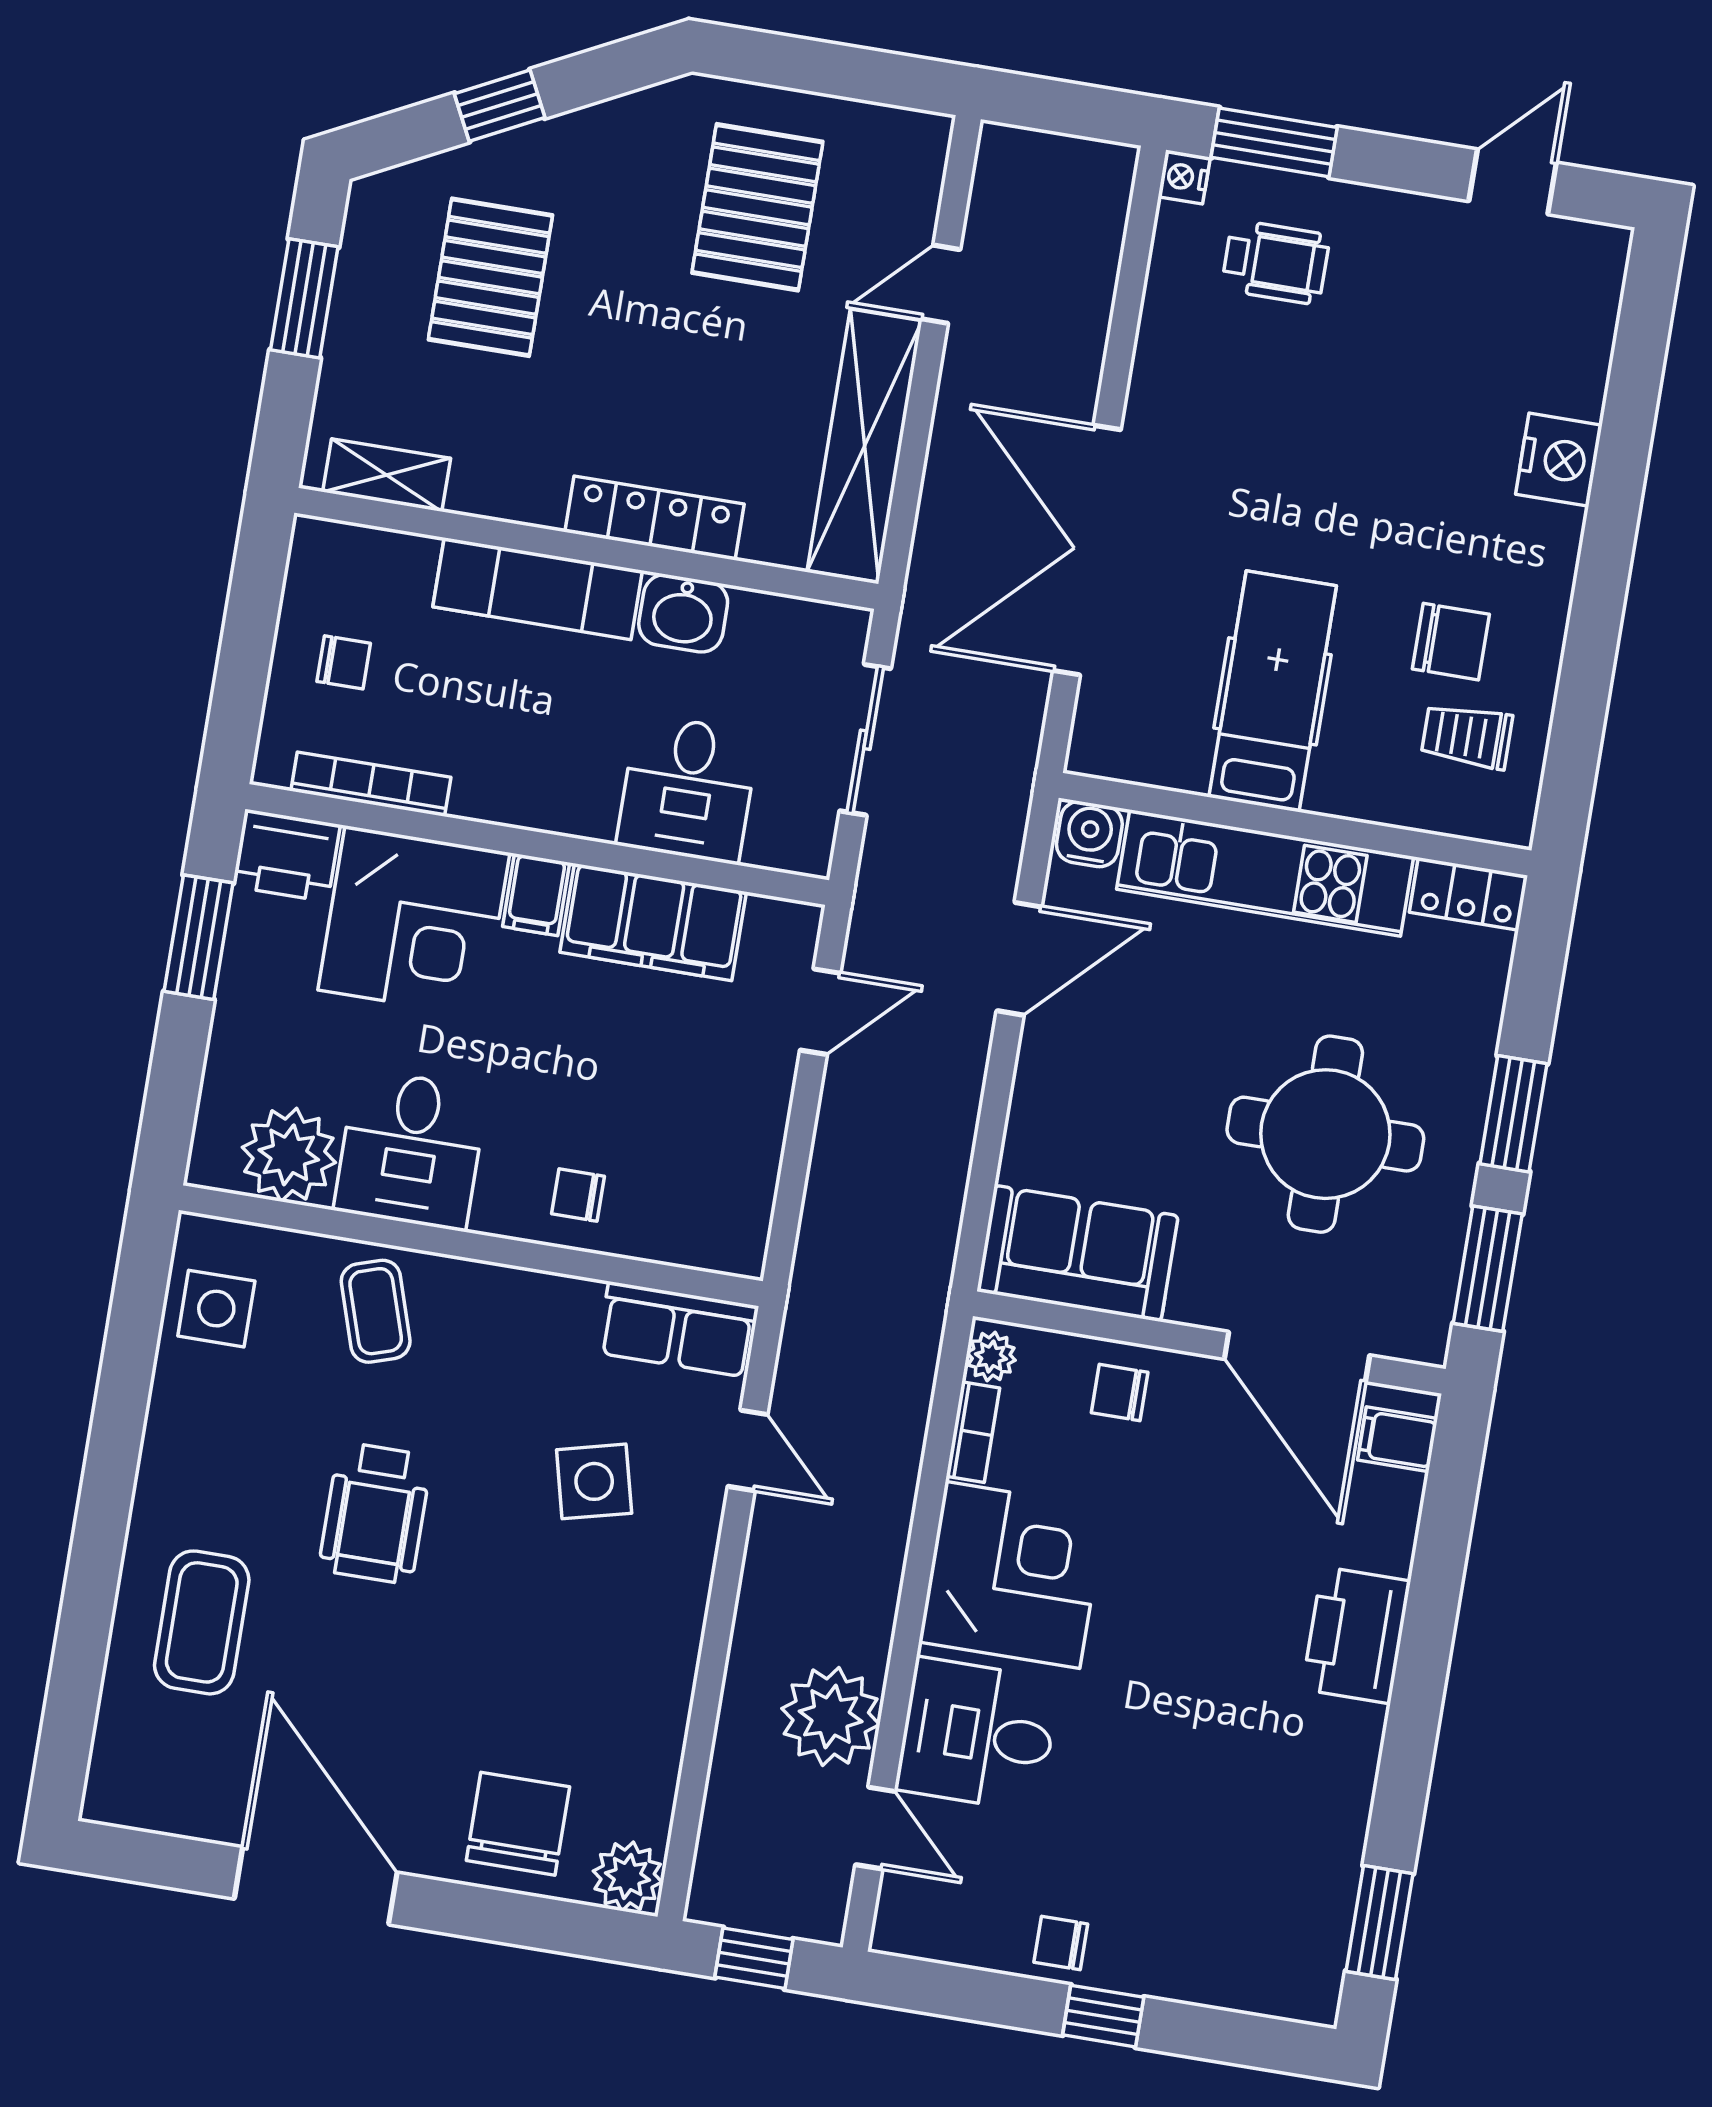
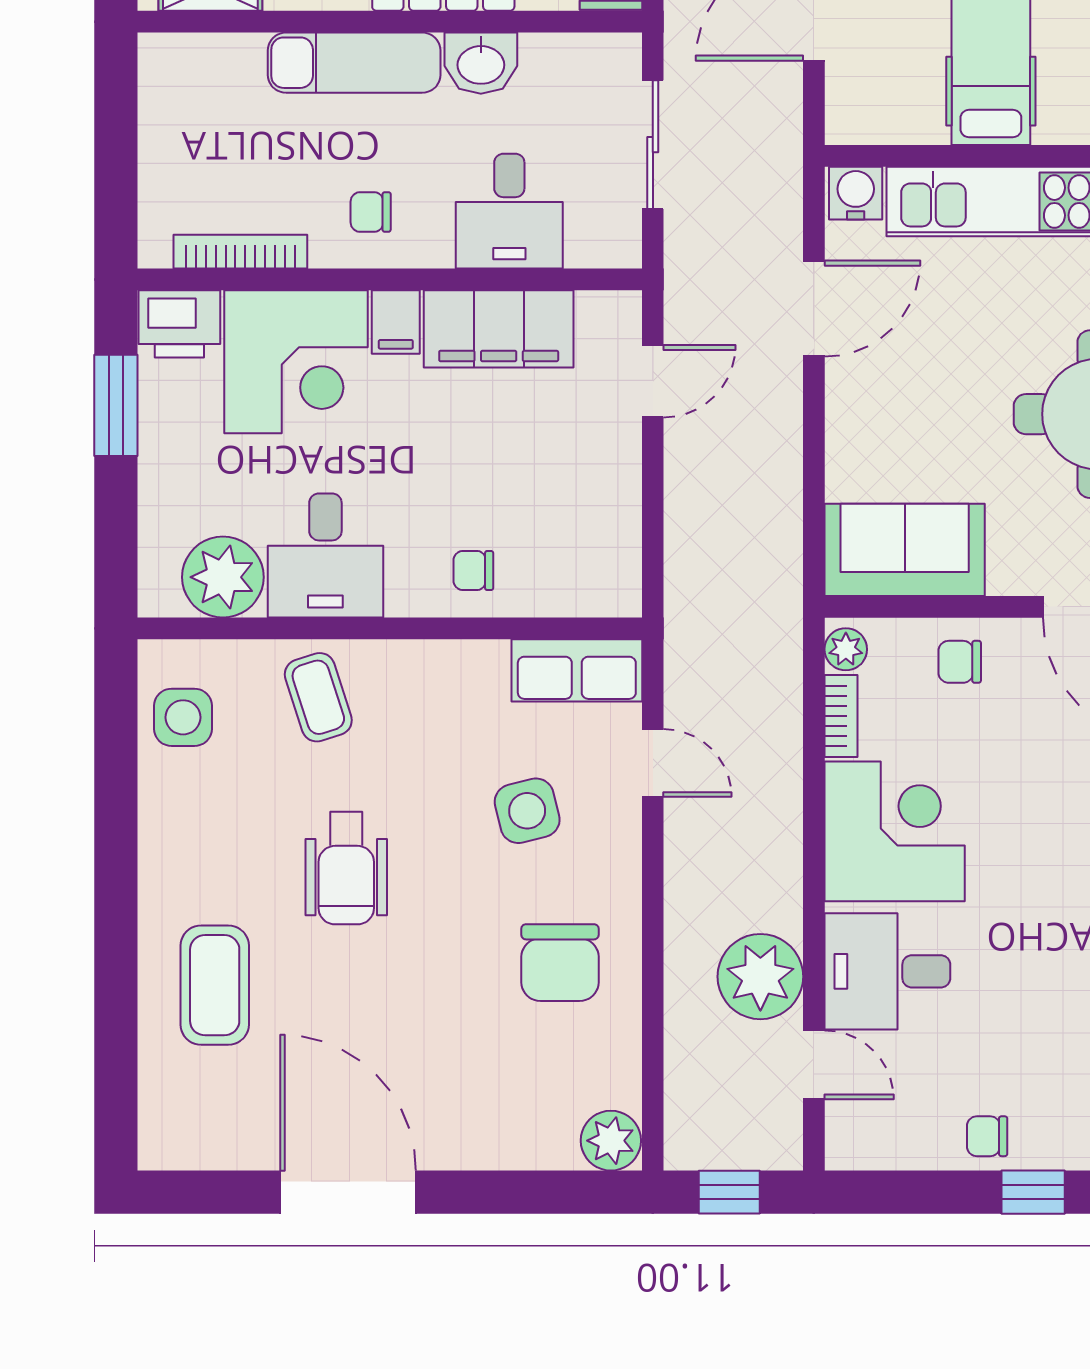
chair: (344, 662) -> (371, 212), moved, turned 180
chair: (518, 1824) -> (560, 963), moved, turned 180

